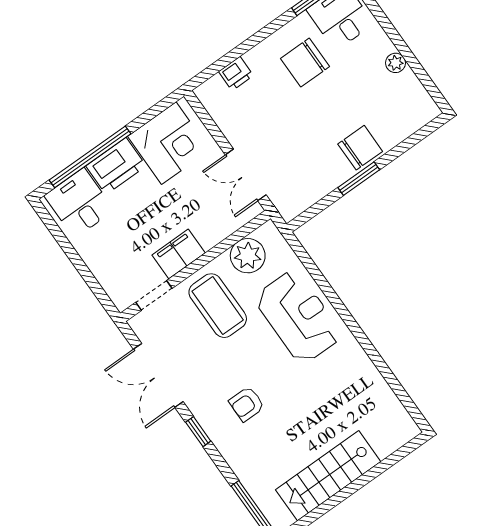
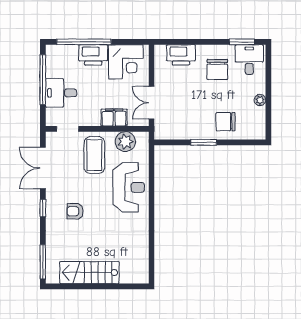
chair: (305, 63) -> (217, 69), turned -90
printer: (236, 74) -> (181, 55), width x1.87, depth x1.48
chair: (360, 148) -> (226, 122), moved, turned 180
desk: (79, 203) -> (61, 93), moved, turned -90
window: (70, 251) -> (43, 80), added
filing cabinet: (179, 254) -> (114, 118), moved

